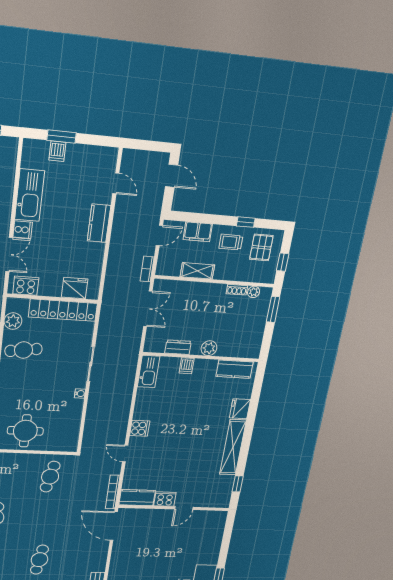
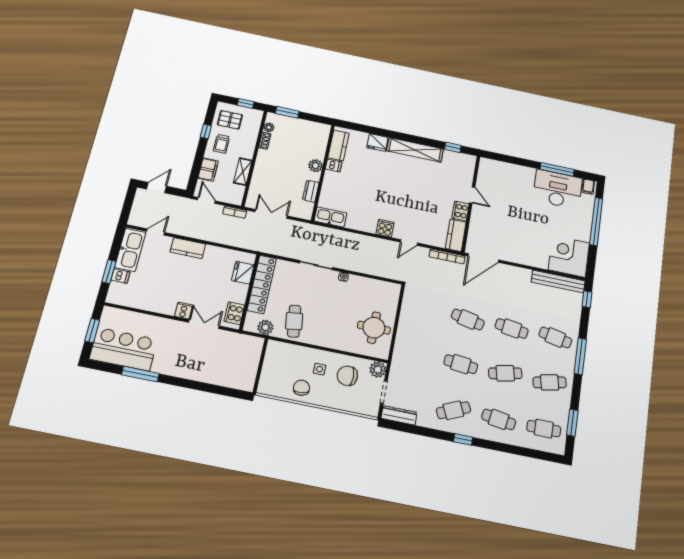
kitchen sink: (30, 195) -> (130, 250), moved, turned 90
dishwasher: (187, 366) -> (334, 165), moved
cafe table: (50, 477) -> (468, 319), moved

